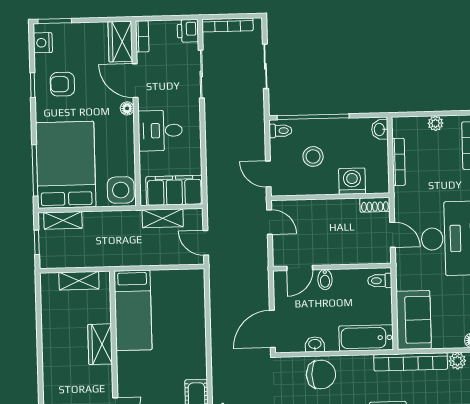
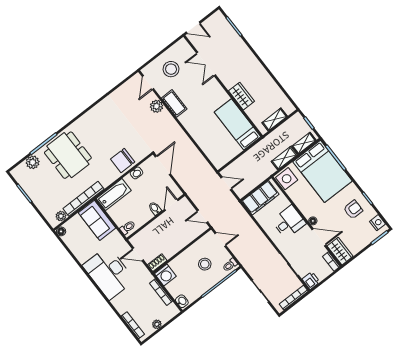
washing machine: (352, 181) -> (165, 275), moved
shelving: (163, 218) -> (284, 158), moved

